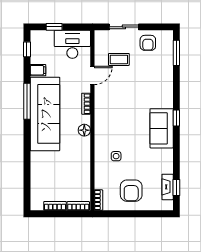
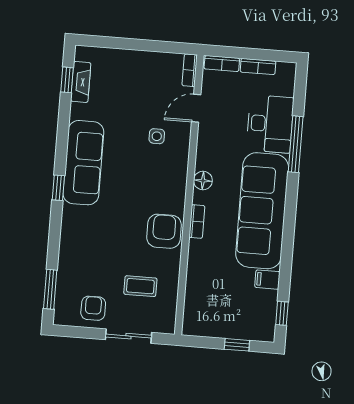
desk: (72, 44) -> (270, 124), moved, turned -90
door: (92, 75) -> (196, 108), moved
window: (27, 101) -> (296, 144), moved
sofa: (162, 128) -> (83, 163), width x1.36
armchair: (131, 191) -> (164, 231), moved

